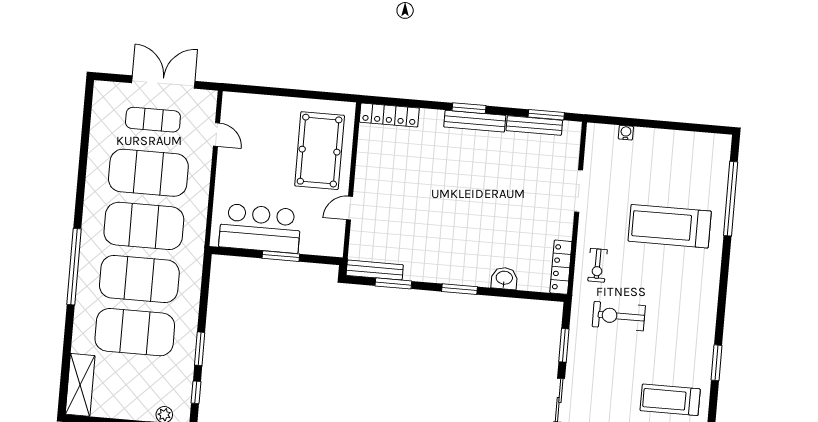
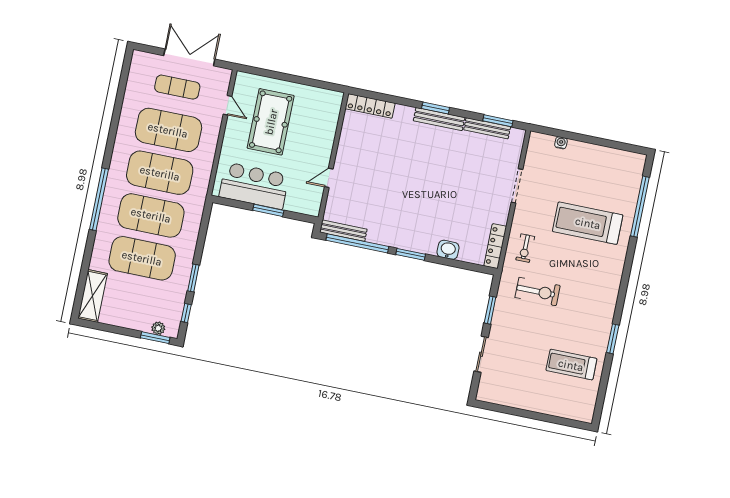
pool table: (320, 151) -> (271, 122), moved
window: (393, 283) -> (357, 243), width x2.11
exercise bike: (619, 316) -> (538, 292), turned 180

